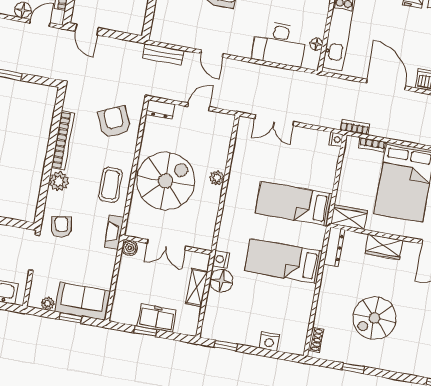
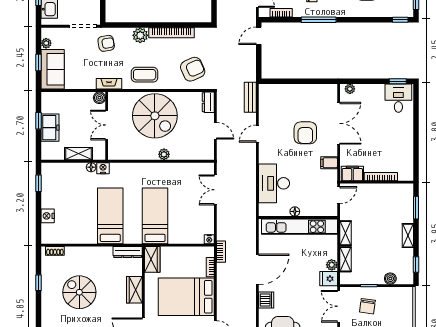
floor lamp: (316, 44) -> (295, 211), moved
floor lamp: (221, 281) -> (91, 167), width x0.53, depth x0.53

